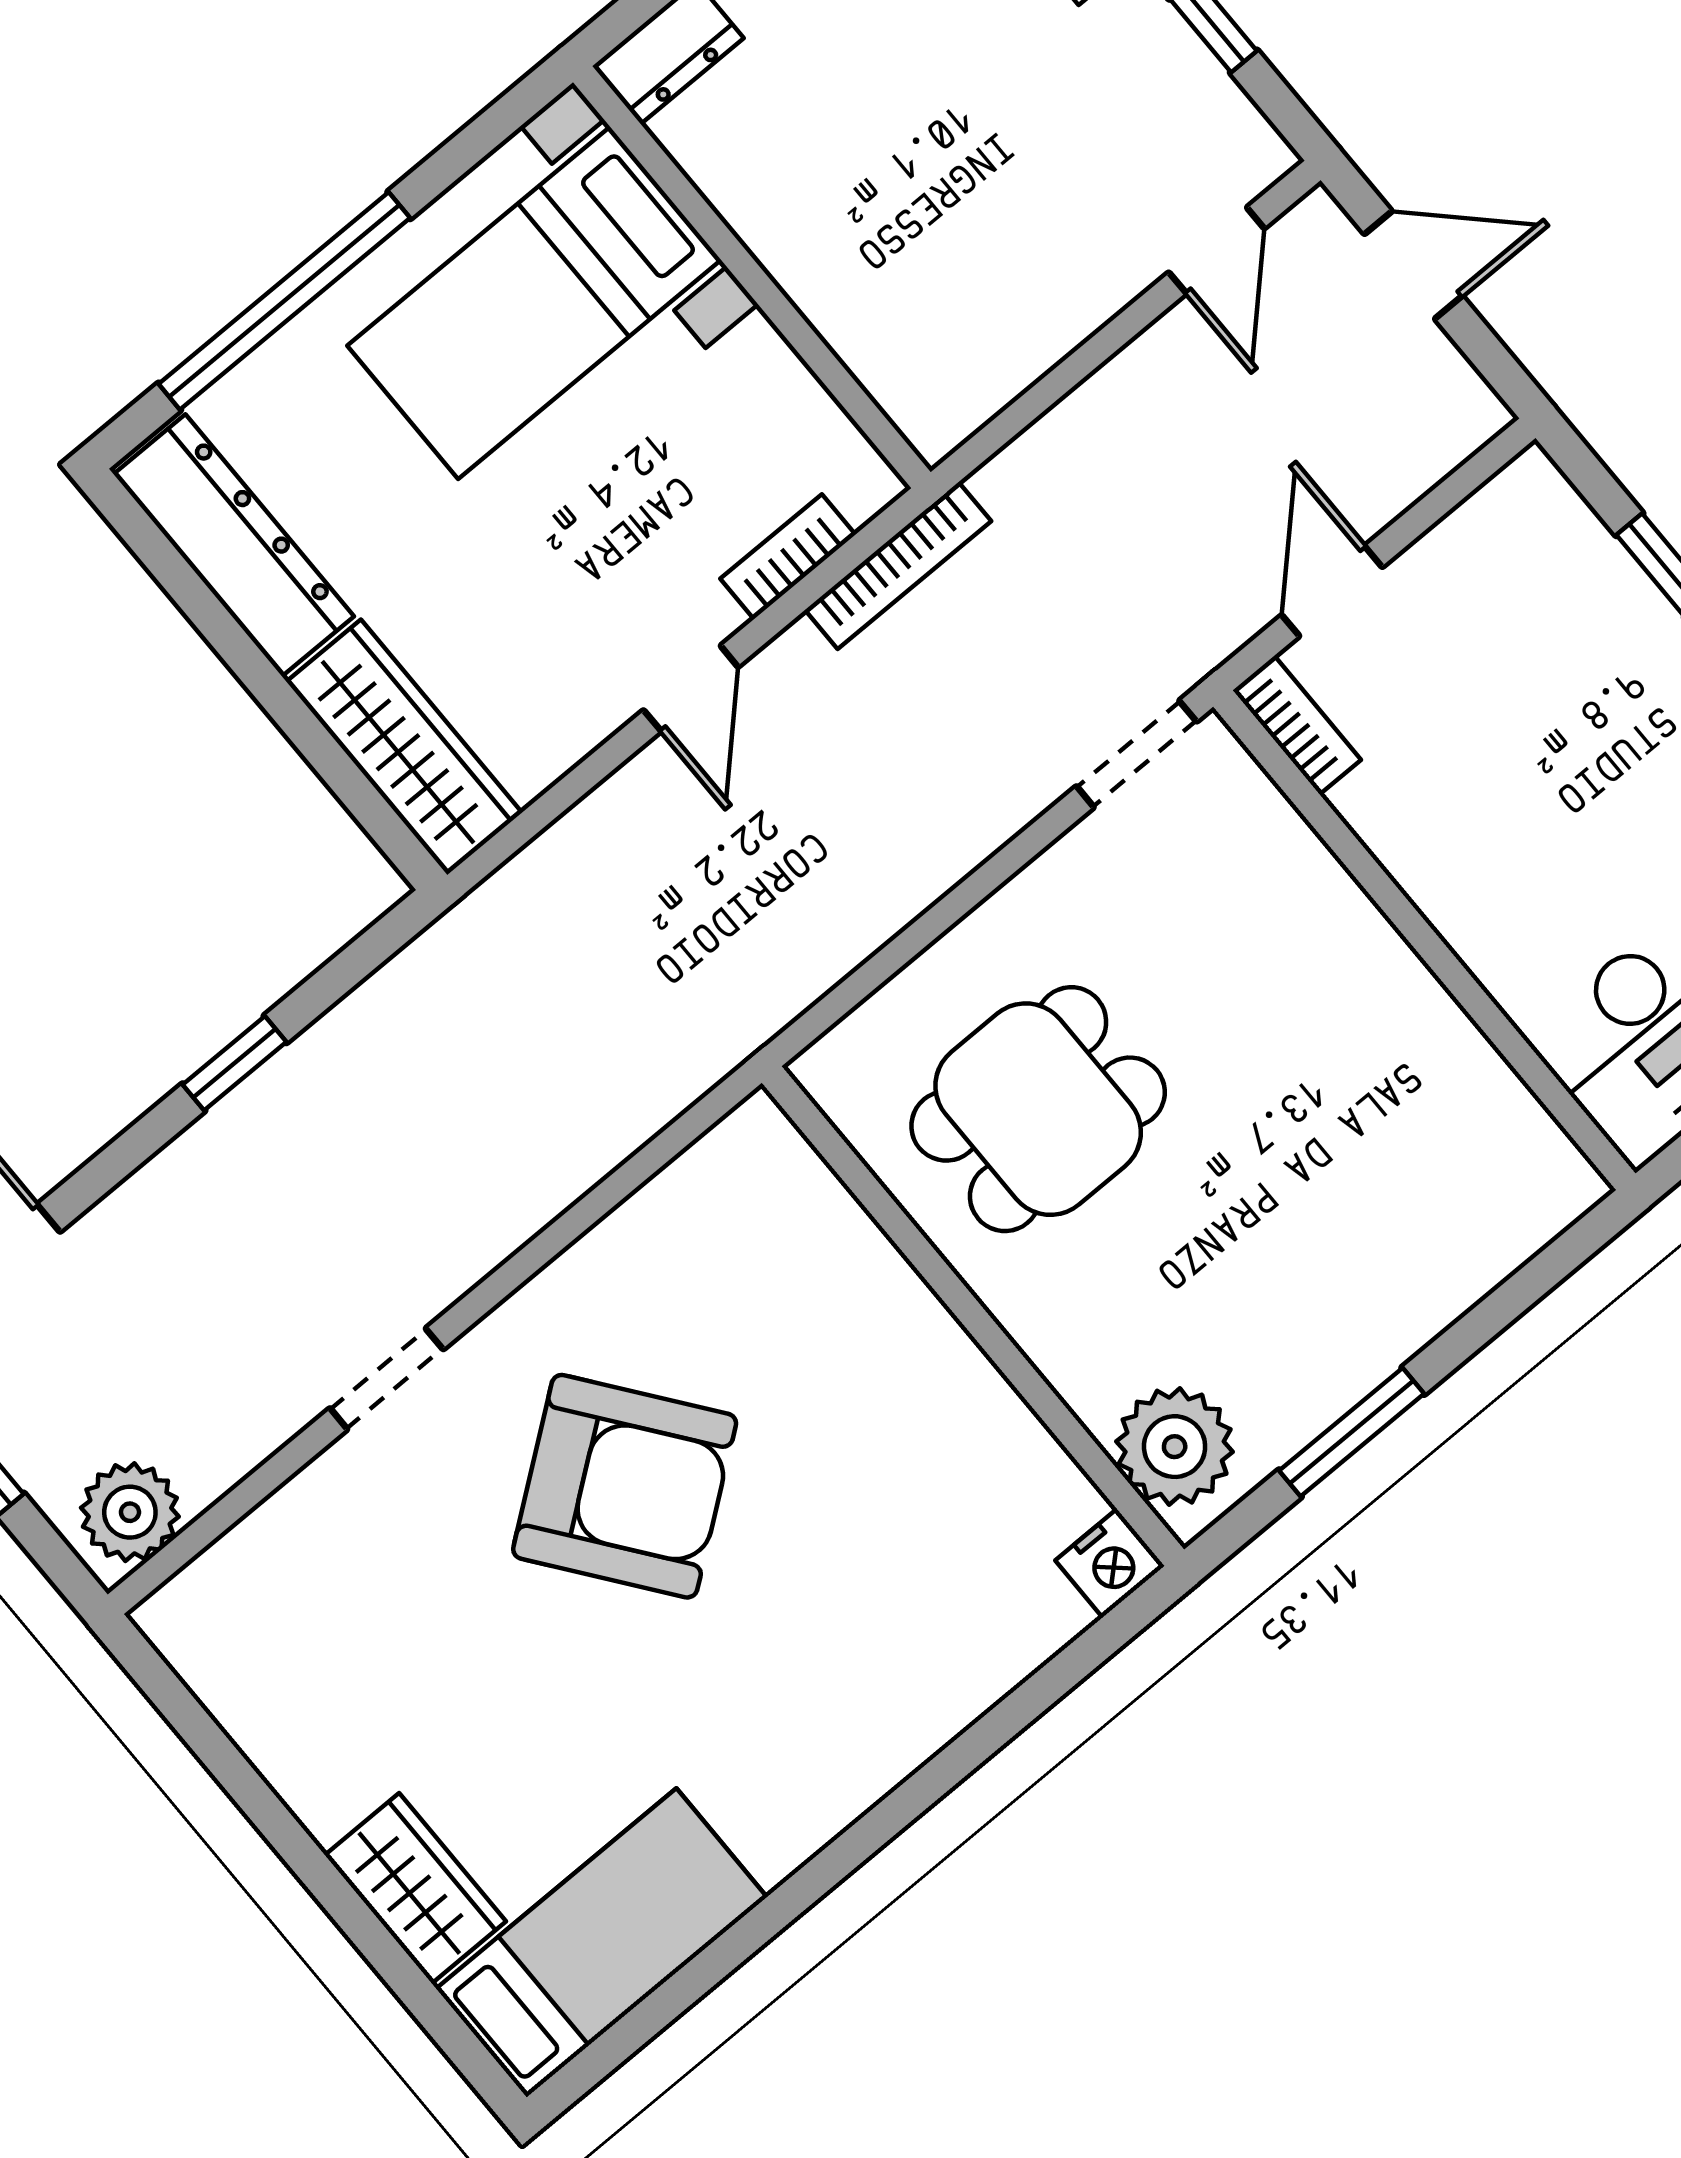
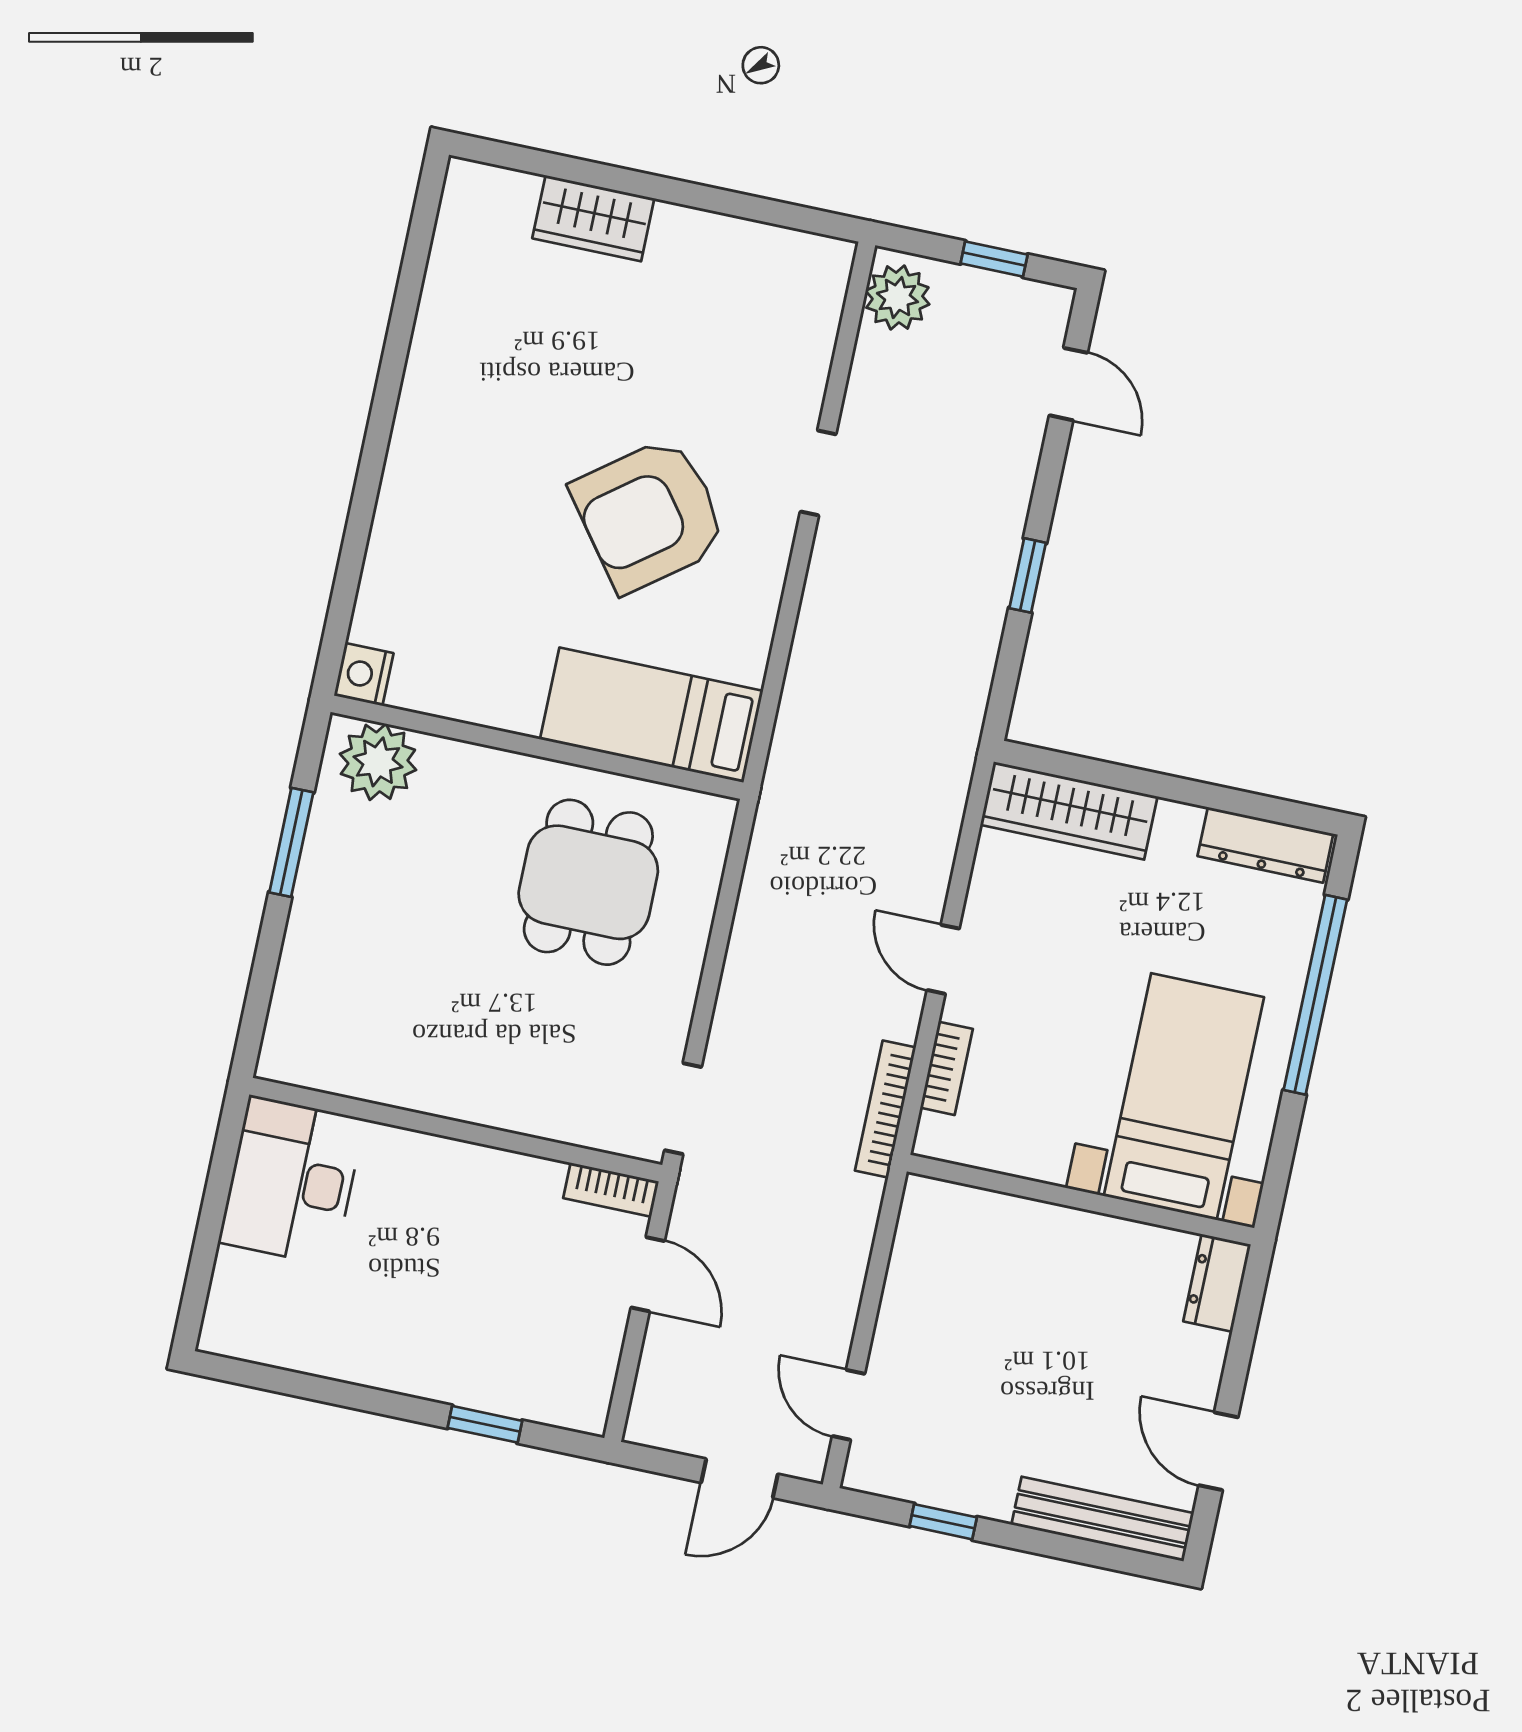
dresser: (234, 545) -> (1265, 845), width x0.73, depth x0.80
bed: (601, 1943) -> (652, 715), moved, turned 90

